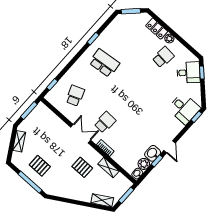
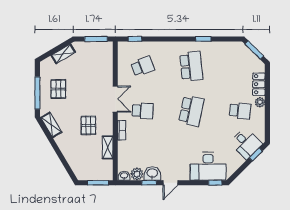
school desk: (134, 90) -> (191, 111), added
desk: (184, 108) -> (208, 166), width x1.37
shelving: (102, 200) -> (51, 125), moved

